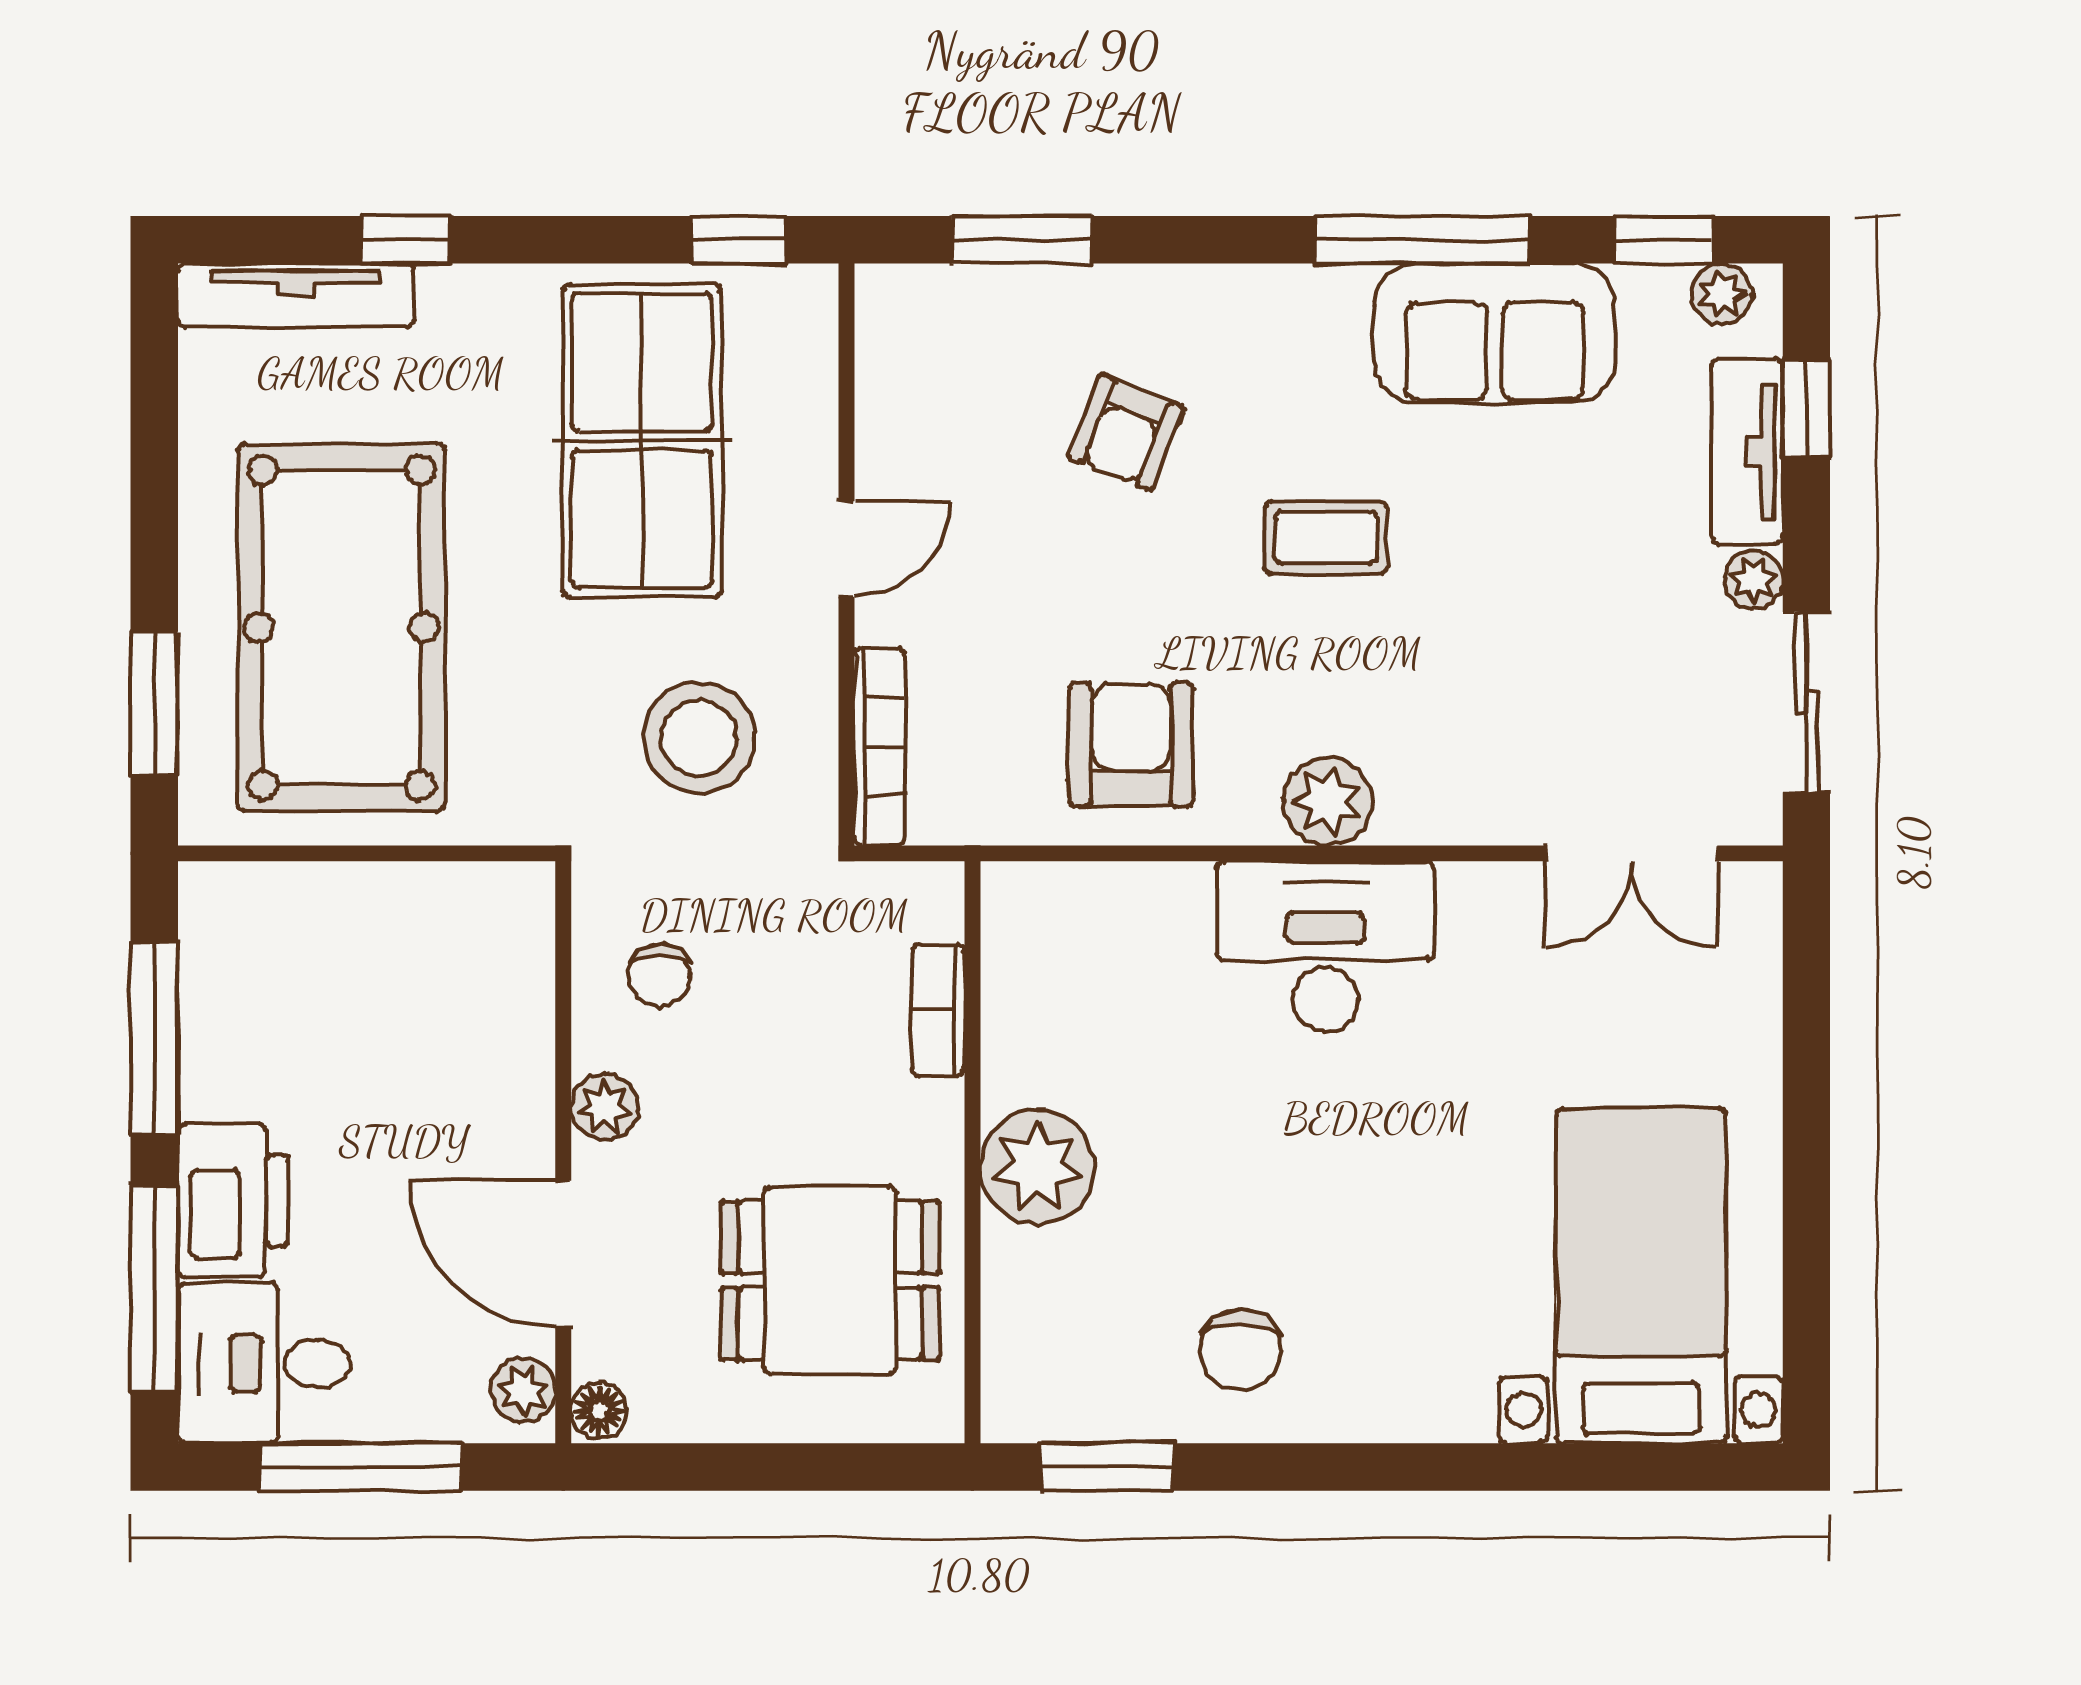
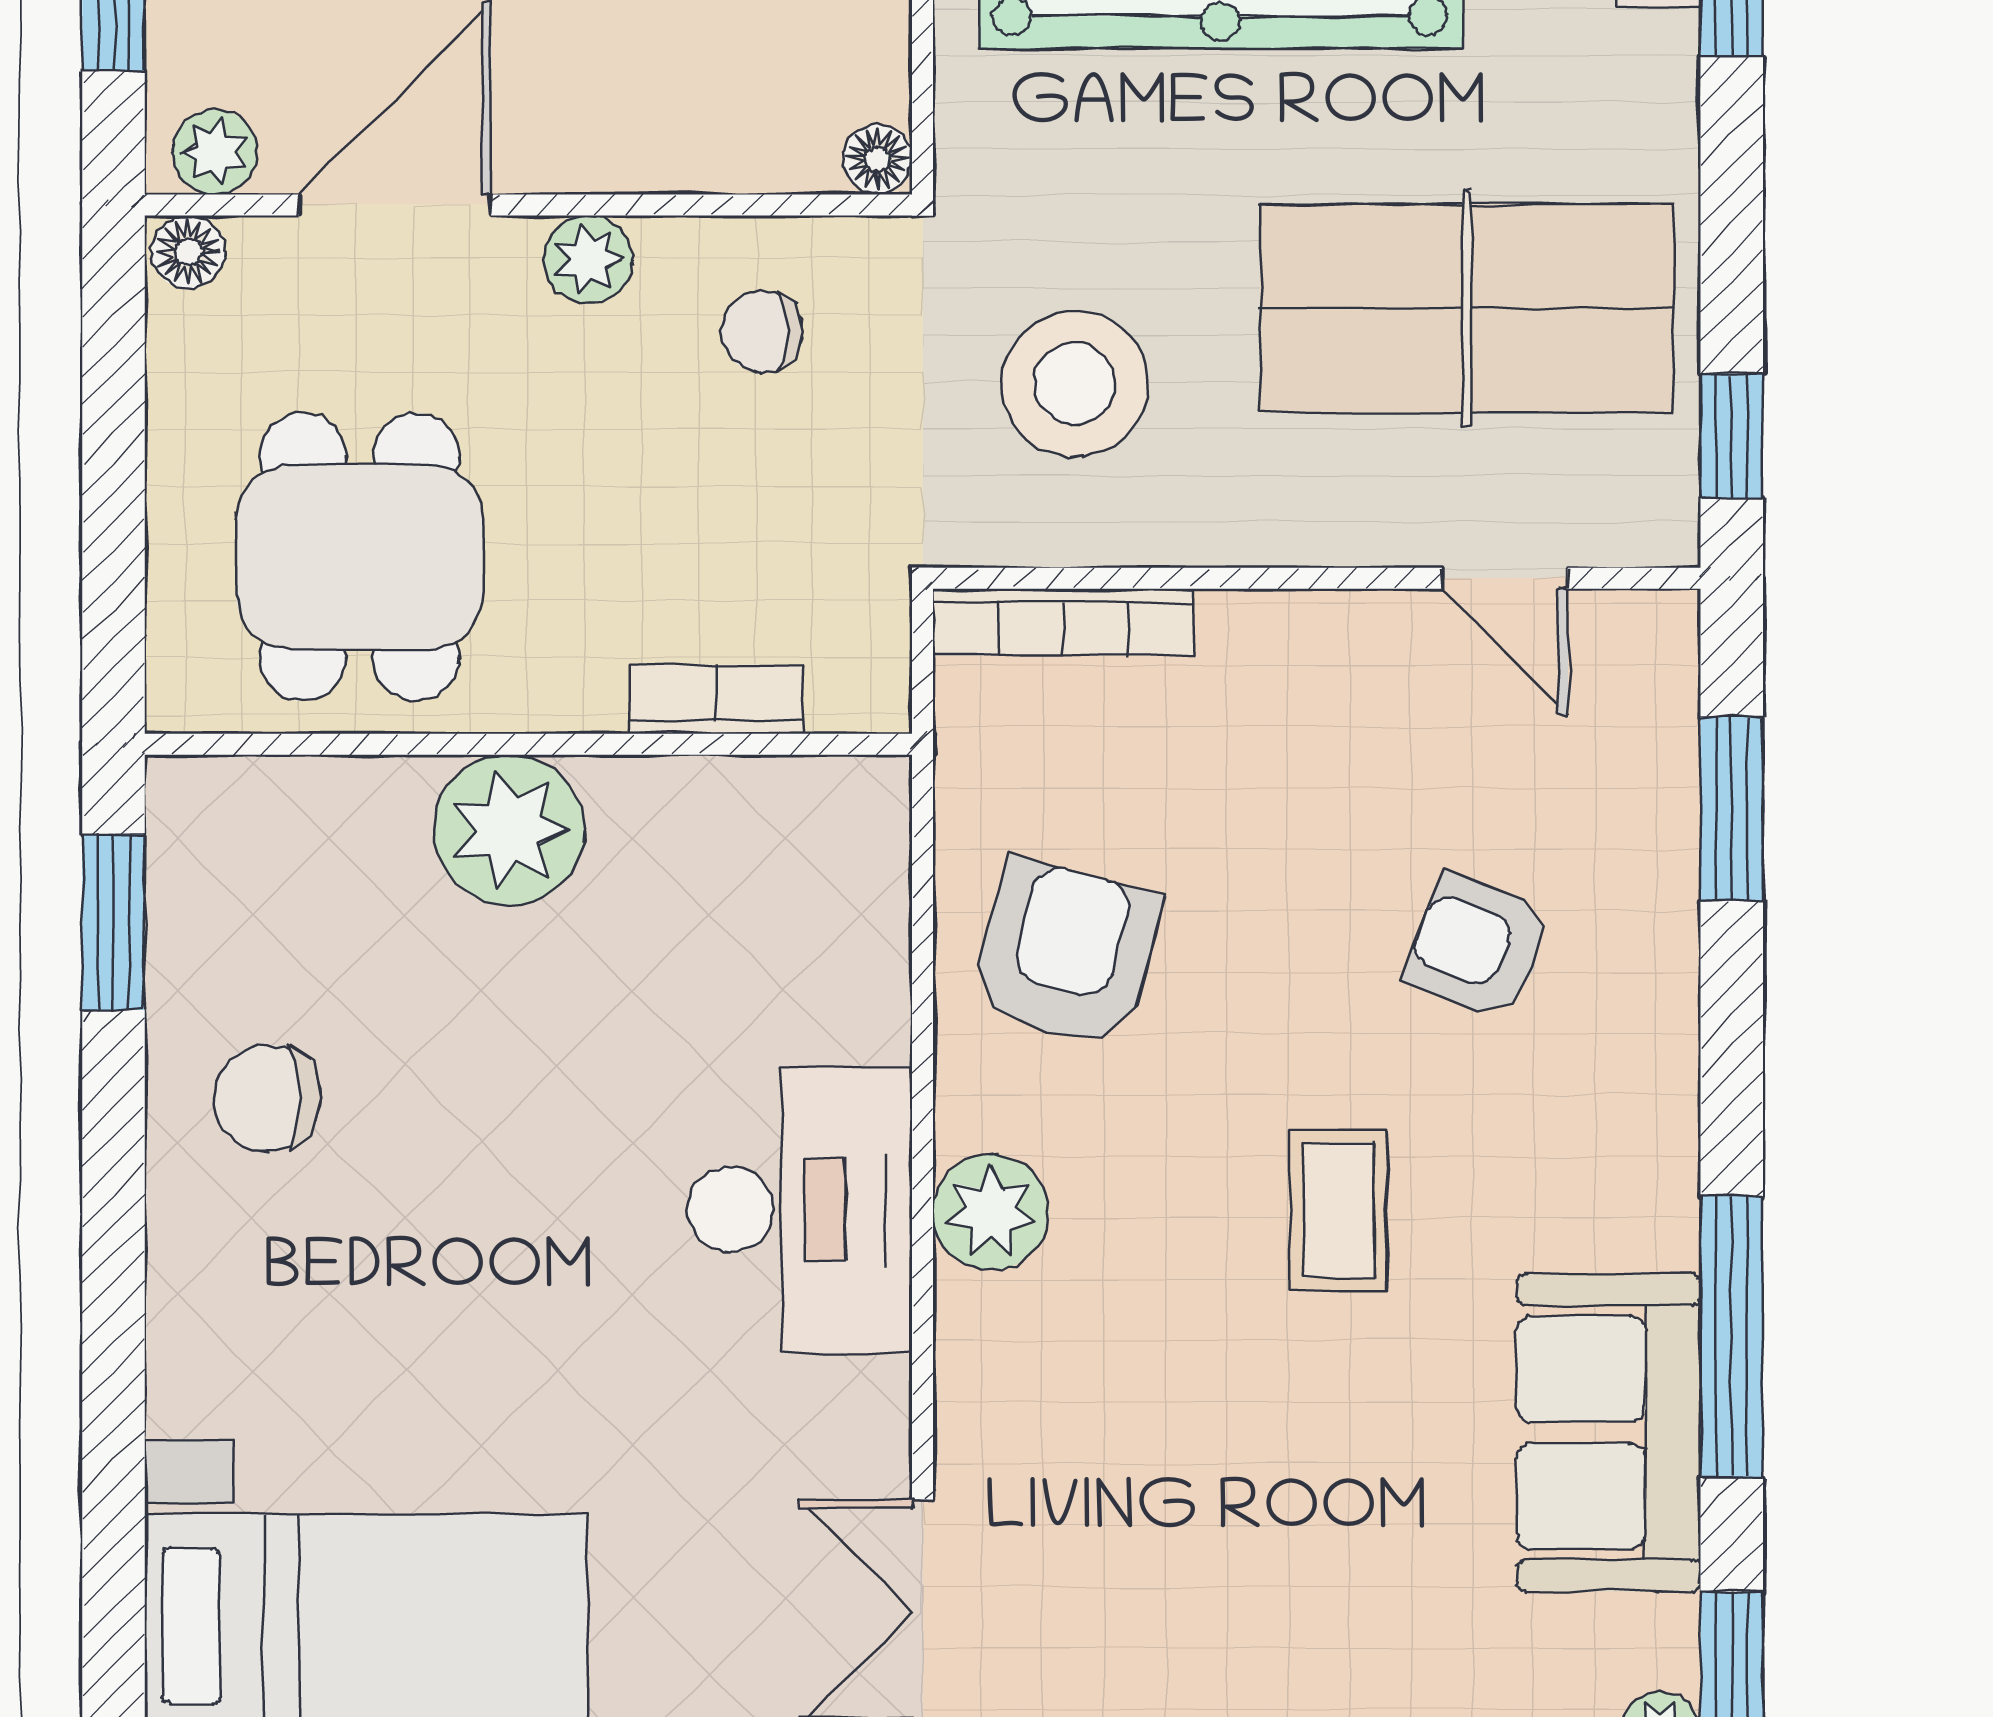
door: (847, 549) -> (1505, 578), moved
armchair: (1131, 745) -> (1066, 954), turned -75
floor lamp: (528, 888) -> (878, 159), added

